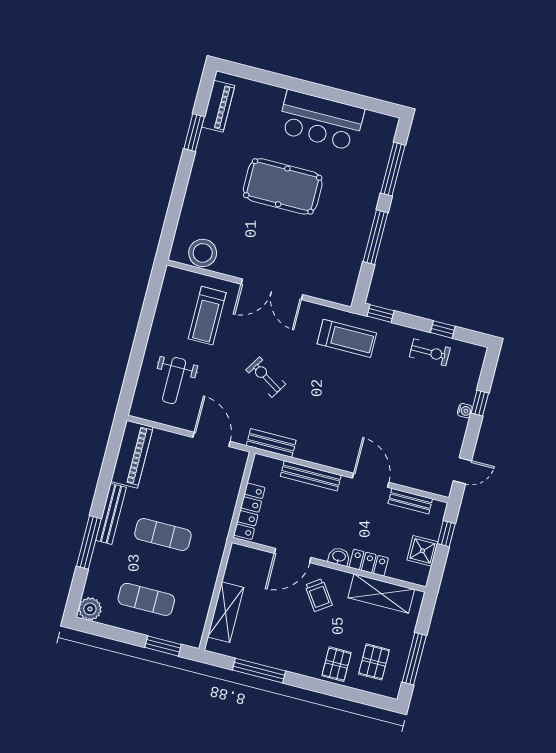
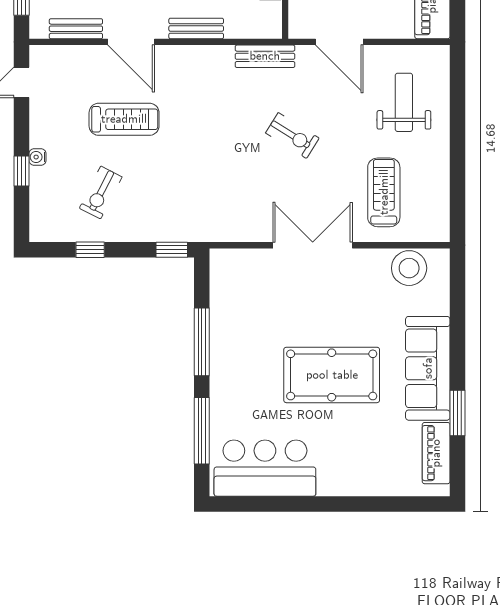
bar counter: (321, 120) -> (265, 468), moved
sofa: (208, 173) -> (428, 368), added
treadmill: (347, 338) -> (124, 119), moved, turned 180
exercise bike: (430, 352) -> (101, 193), moved, turned -63
bench: (311, 476) -> (196, 28), width x0.73

